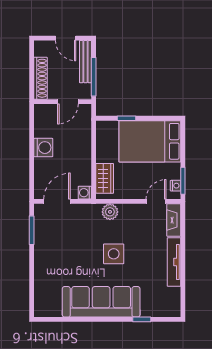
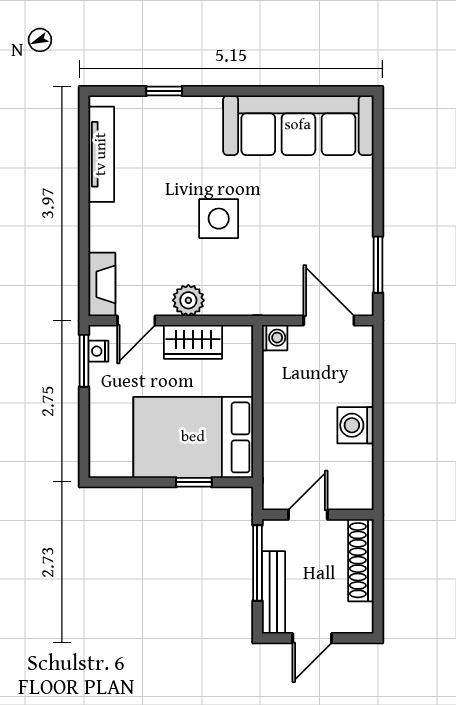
door: (66, 38) -> (312, 638), swing flipped
bed: (150, 141) -> (193, 437), moved, turned 180
wardrobe: (105, 178) -> (193, 342), moved, turned -90
door: (57, 201) -> (329, 320), swing flipped
plant: (110, 212) -> (188, 300), moved
tv unit: (174, 262) -> (101, 154), moved
sofa: (101, 302) -> (298, 125), moved

